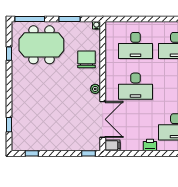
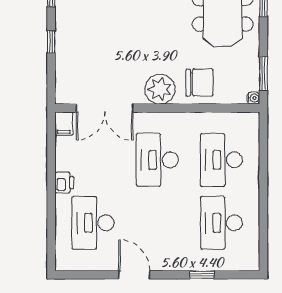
window: (70, 19) -> (263, 73), moved
plant: (95, 89) -> (160, 89), width x1.87, depth x1.87
window: (88, 153) -> (51, 42), moved

